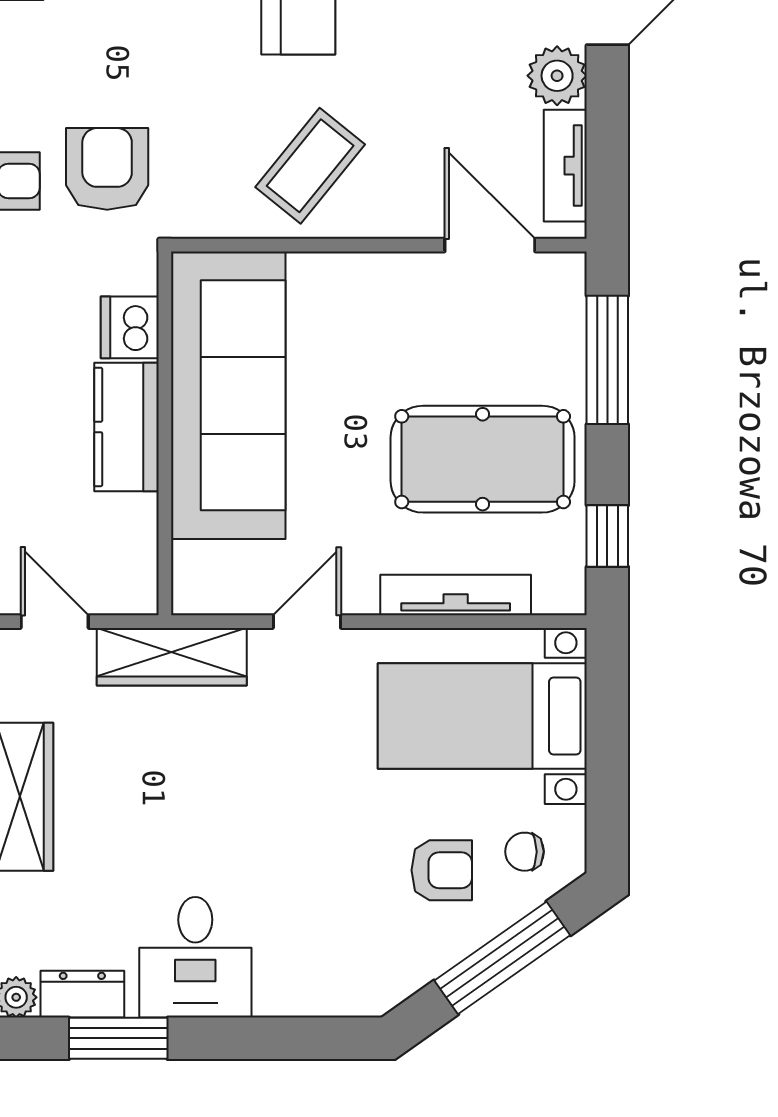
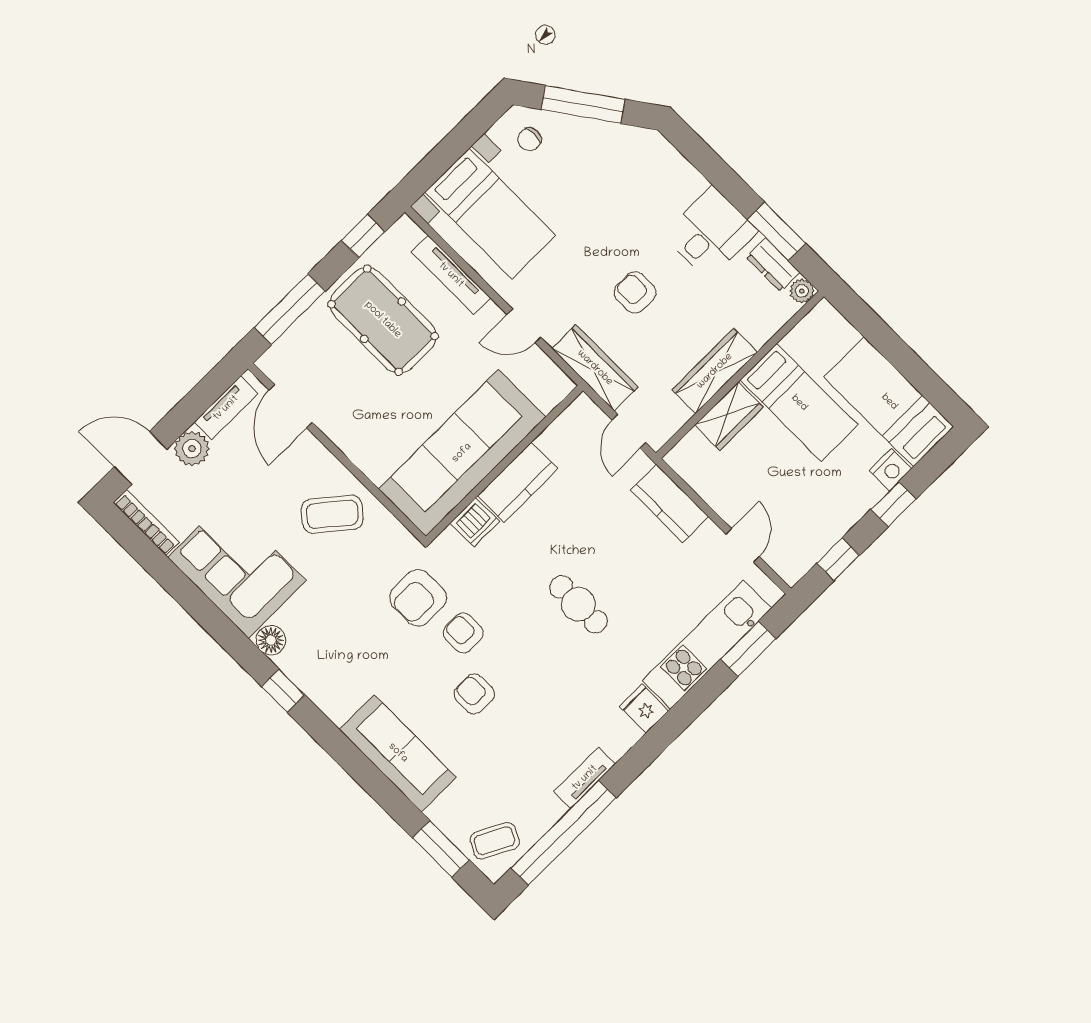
chair: (525, 852) -> (529, 139), turned 90
armchair: (442, 870) -> (635, 292), moved

